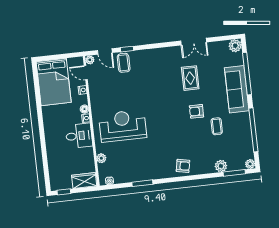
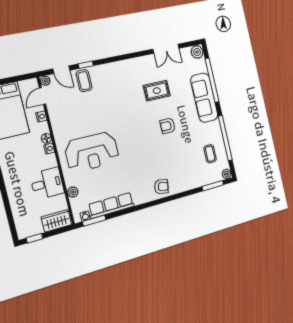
double door: (194, 42) -> (166, 49), moved
door: (86, 73) -> (42, 96), hinge flipped
rug: (190, 78) -> (157, 91), turned 90
reception desk: (123, 126) -> (92, 152), turned 180
coffee table: (217, 126) -> (210, 154), moved
desk: (79, 136) -> (47, 183), moved
plant: (221, 166) -> (199, 181), removed
row of seats: (134, 175) -> (111, 205), added
window: (142, 183) -> (94, 221), moved

